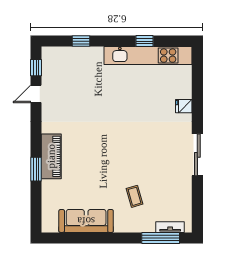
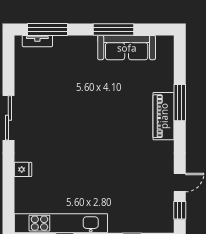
window: (36, 169) -> (180, 103), width x1.44
coffee table: (134, 196) -> (75, 74), removed
window: (98, 238) -> (113, 29), added

